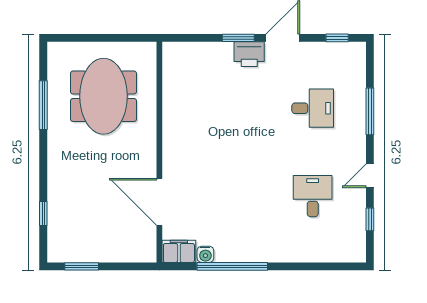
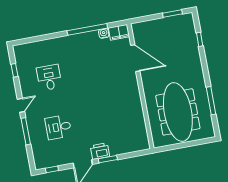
meeting table: (103, 96) -> (178, 112), width x1.36
door: (370, 176) -> (21, 105), moved
desk: (313, 196) -> (49, 78), turned 180

